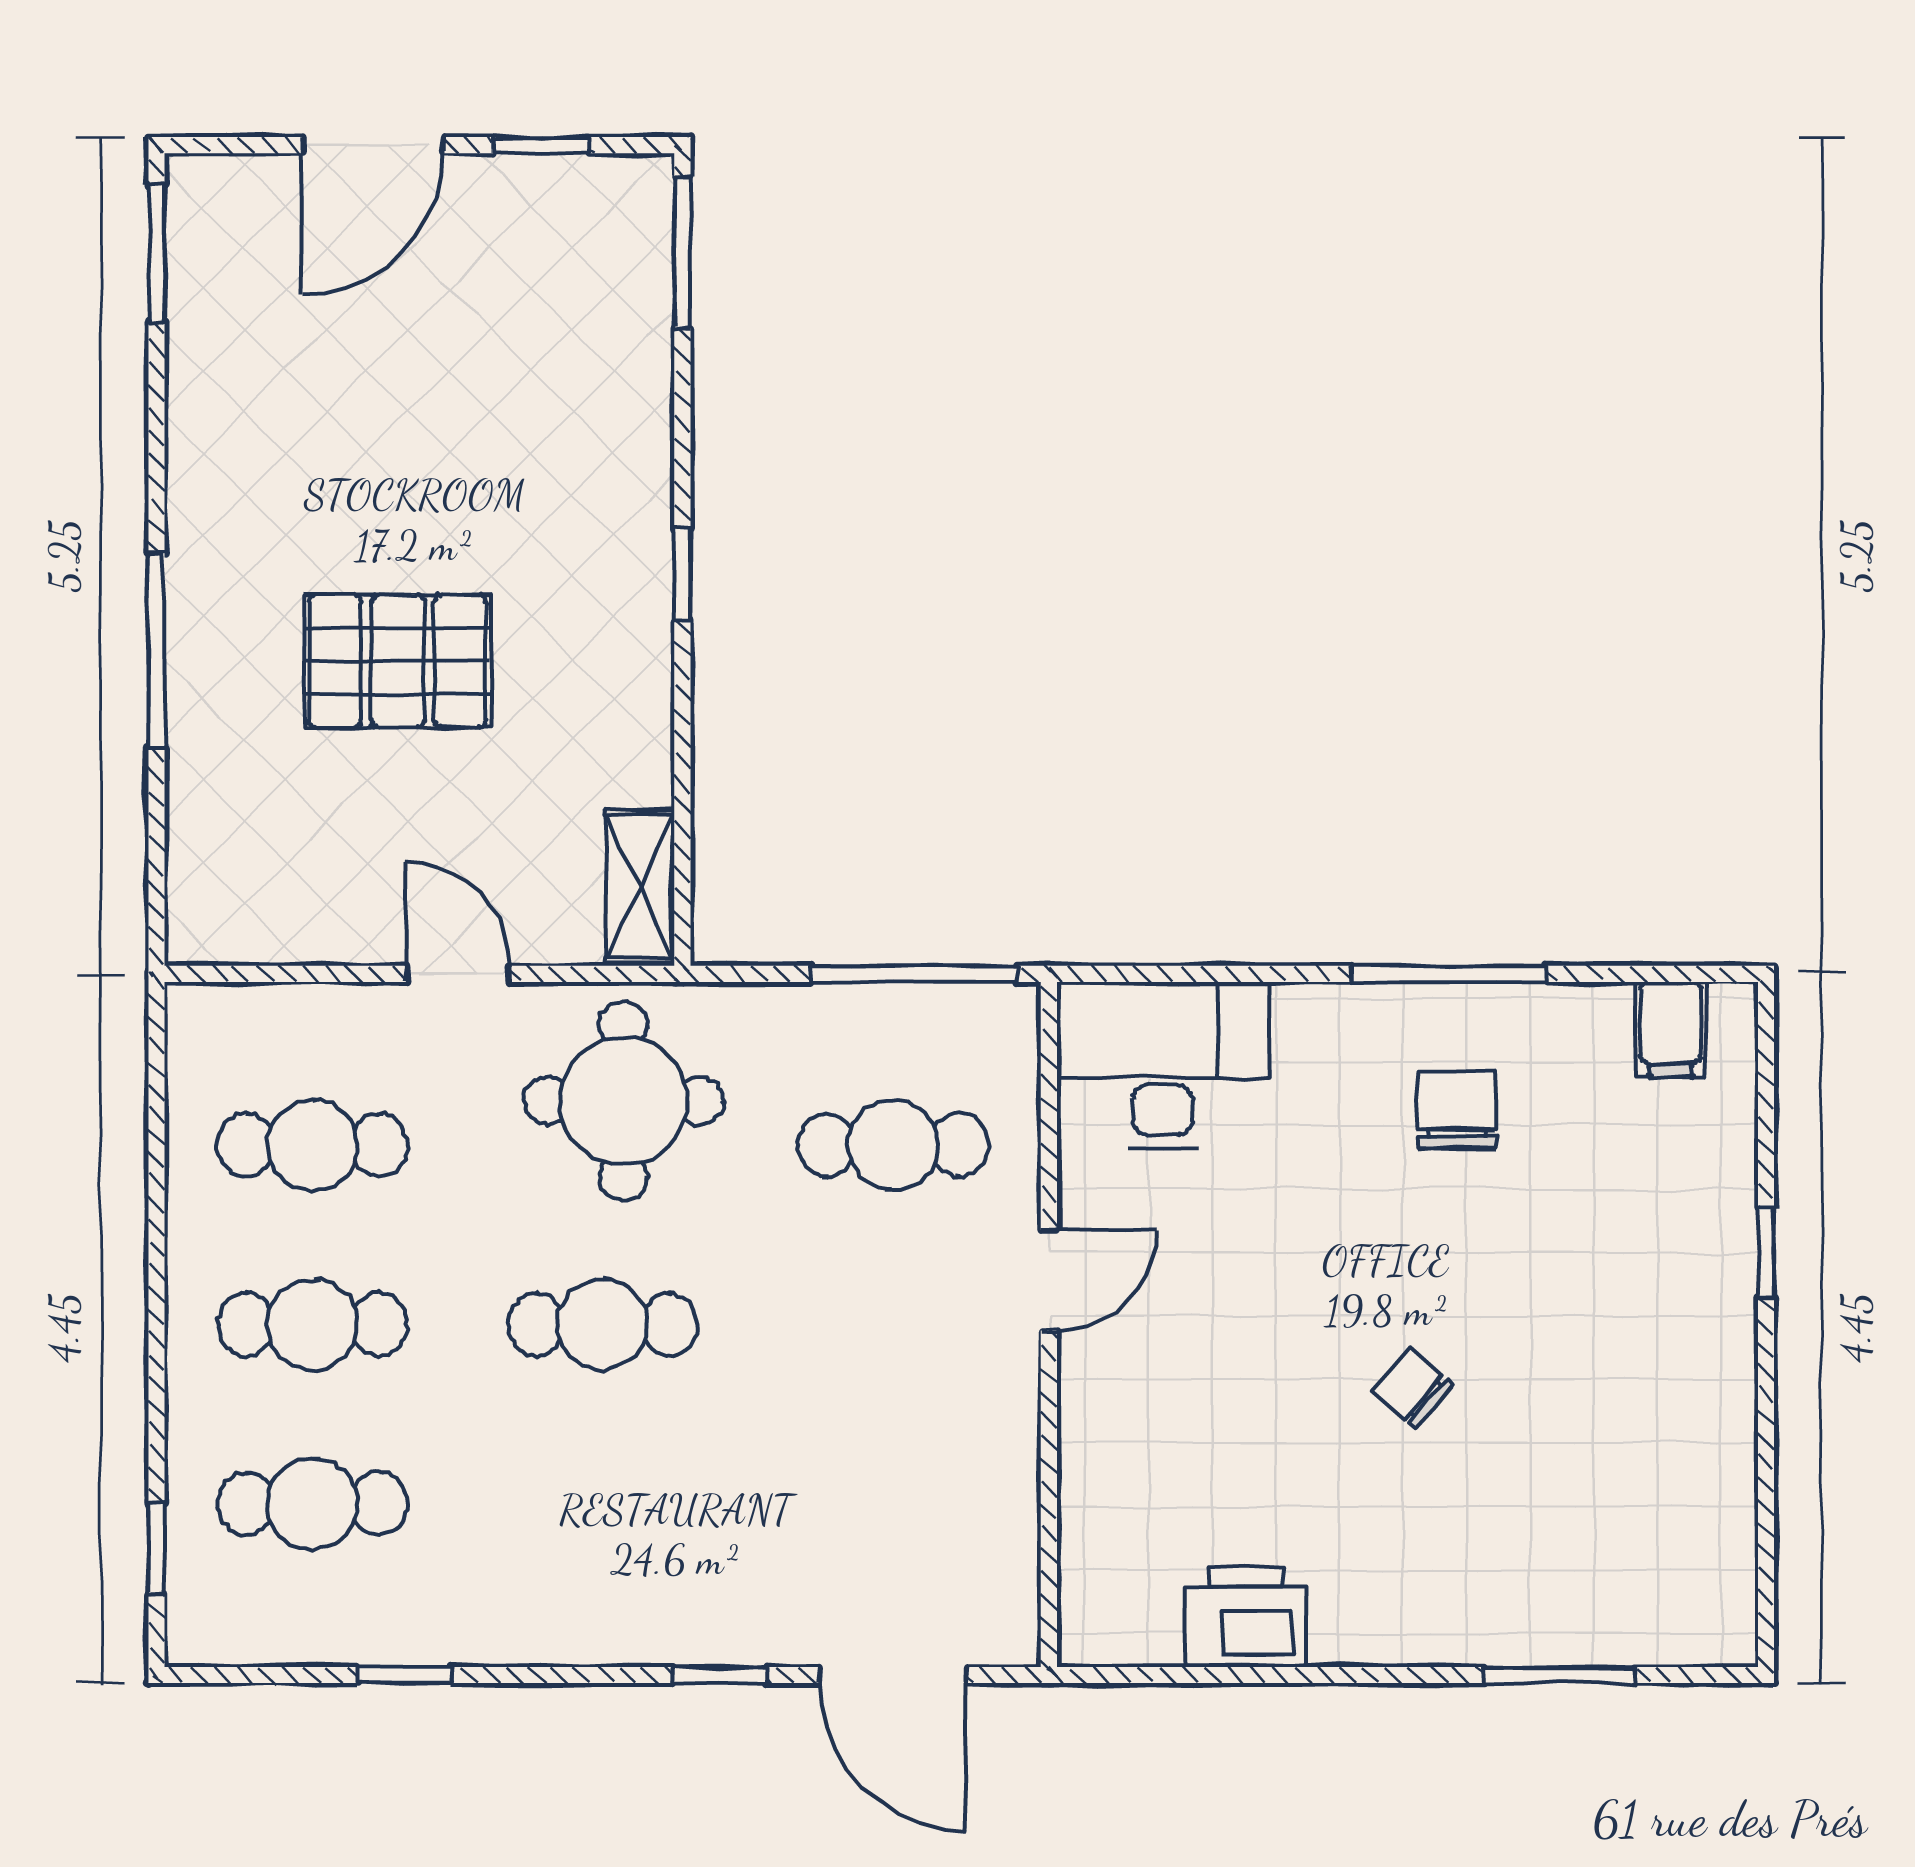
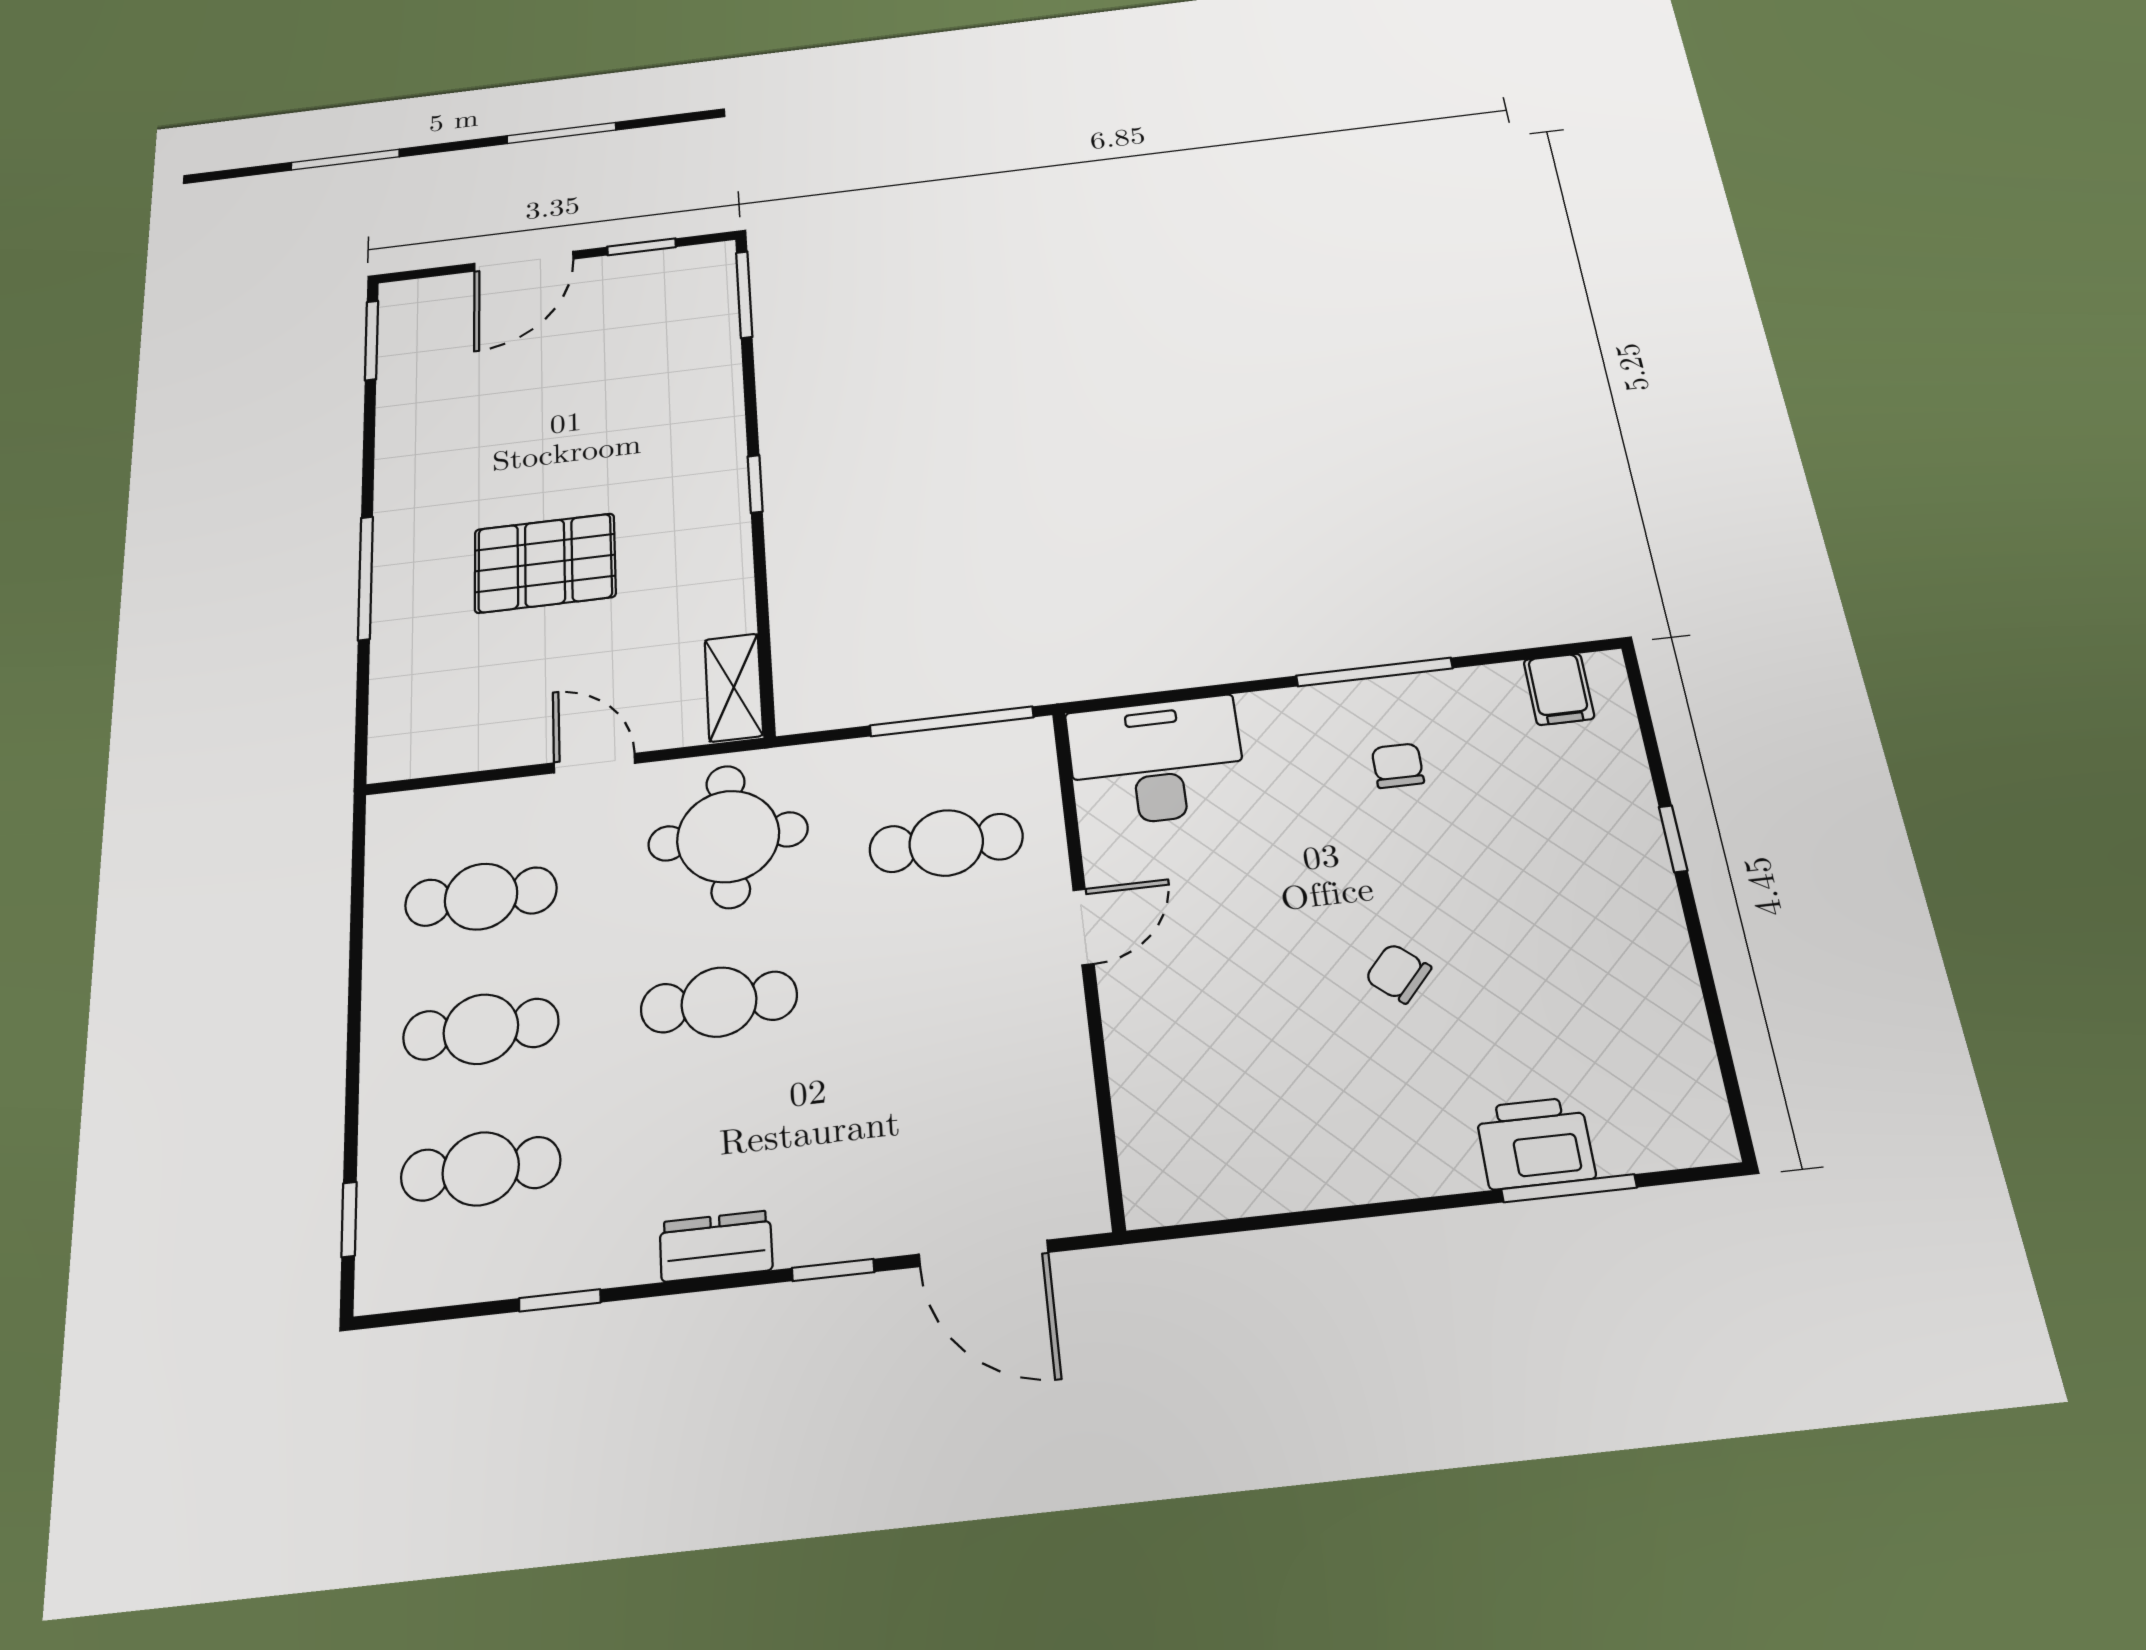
chair: (1457, 1110) -> (1398, 766), width x0.73, depth x0.73
printer: (1246, 1617) -> (1535, 1143), moved
dresser: (587, 1631) -> (716, 1246), added

